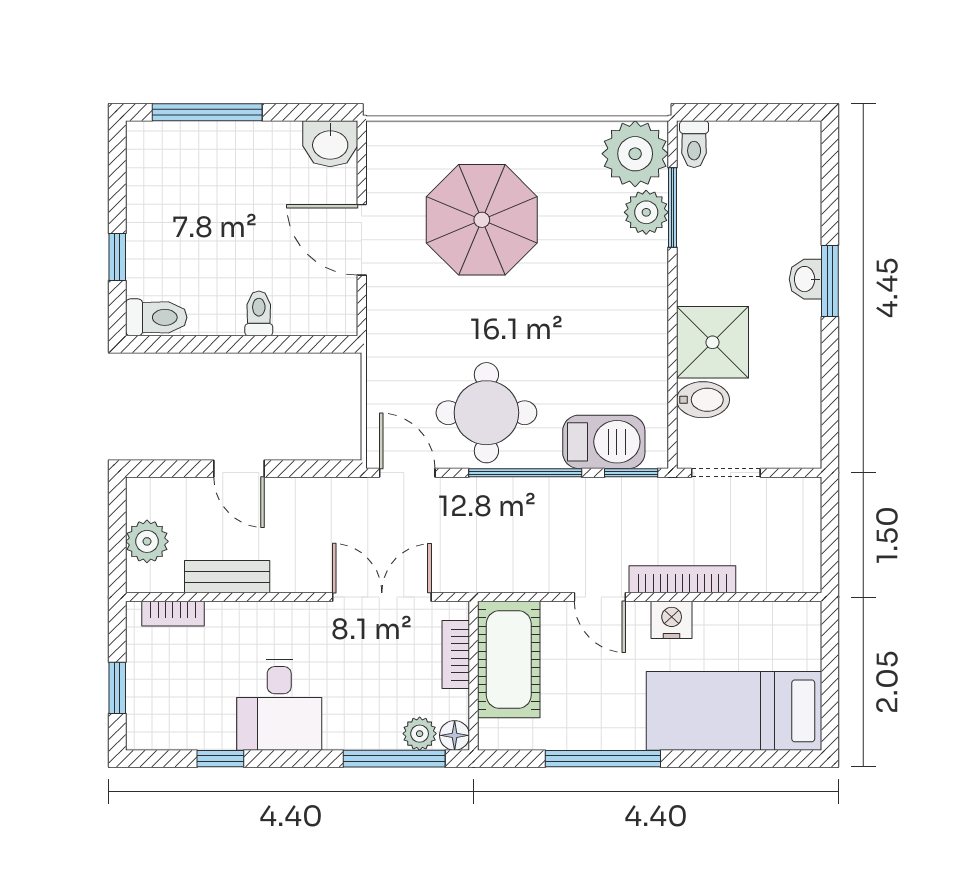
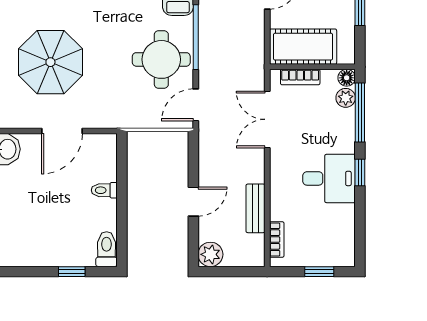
plant: (147, 541) -> (210, 254), moved
window: (220, 759) -> (360, 173), moved

